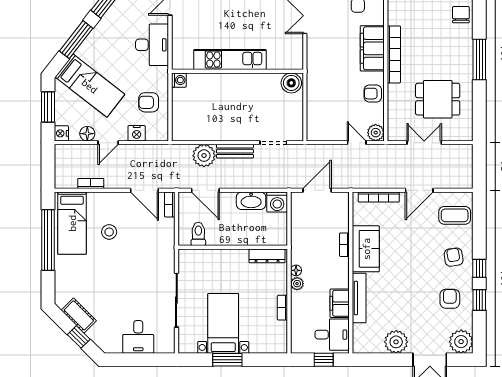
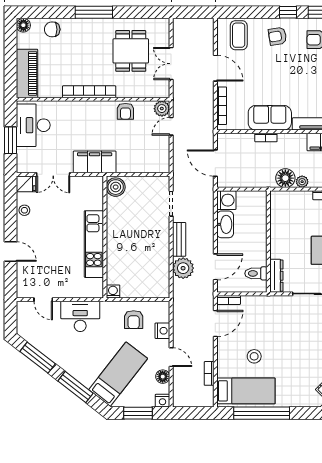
filing cabinet: (372, 48) -> (95, 162), moved, turned 180
dresser: (267, 256) -> (276, 276), moved
floor lamp: (296, 270) -> (285, 178), width x1.89, depth x1.89

